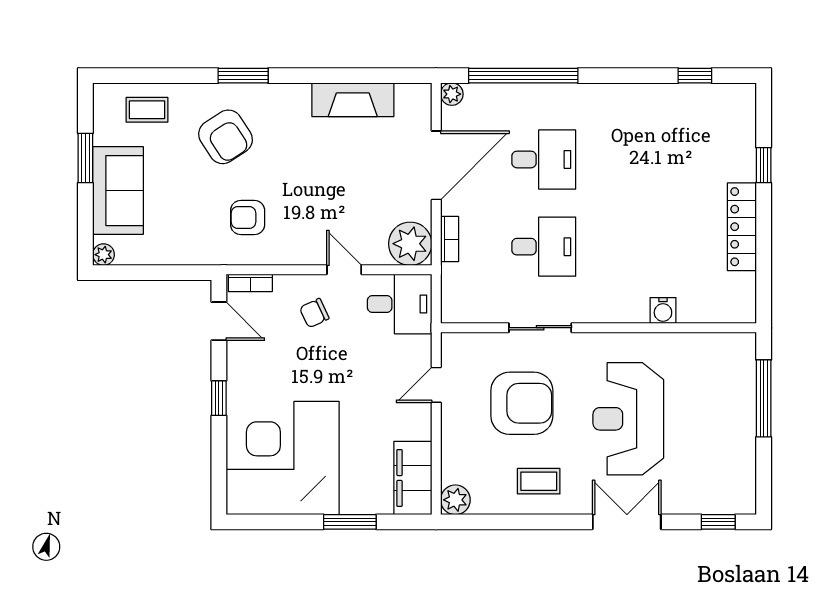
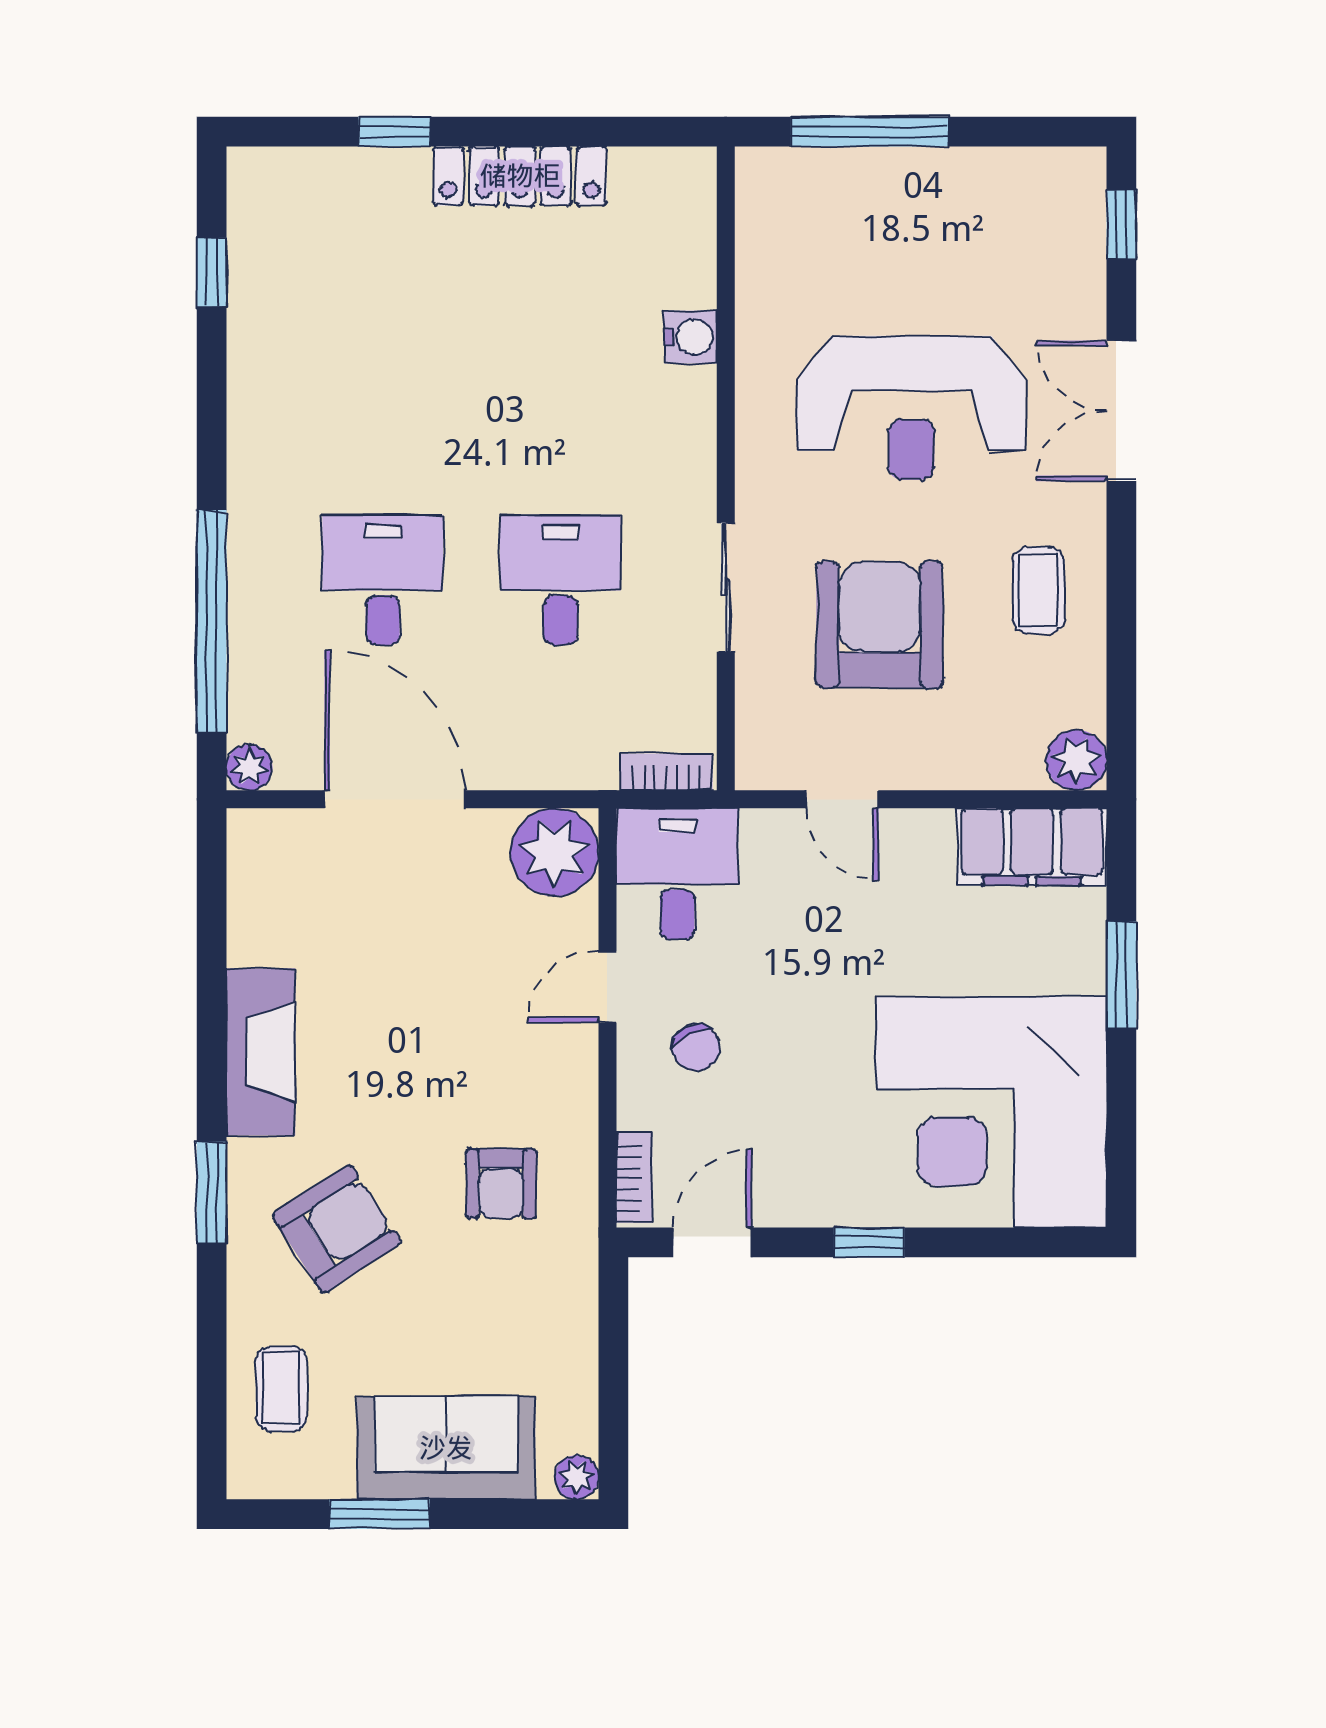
fireplace: (353, 100) -> (261, 1052), moved
bookcase: (450, 239) -> (666, 772), moved

